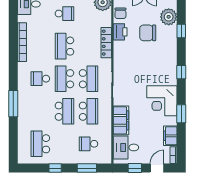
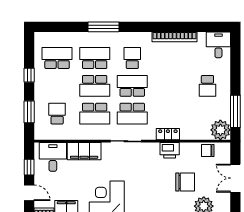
printer: (120, 32) -> (170, 150), moved
chair: (148, 33) -> (185, 182), turned 90
locker: (106, 43) -> (168, 134), width x0.66
school desk: (64, 46) -> (95, 58), moved

